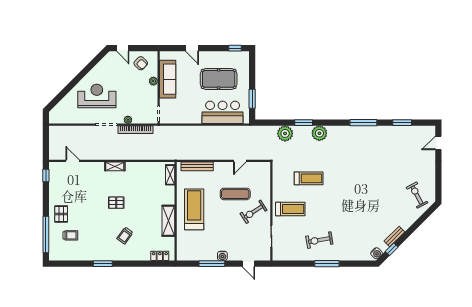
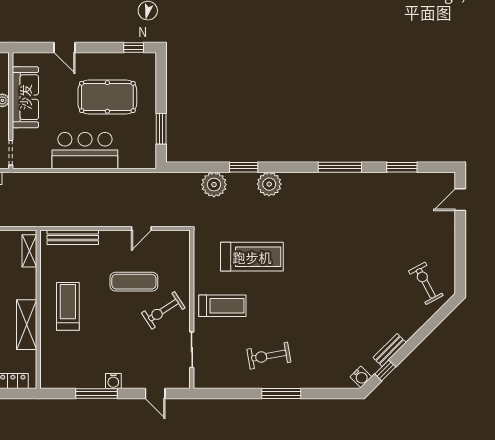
bar counter: (223, 112) -> (85, 151), moved
treadmill: (309, 178) -> (252, 257), width x1.37, depth x1.38
treadmill: (194, 209) -> (68, 306), width x0.73, depth x0.73

